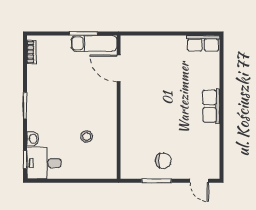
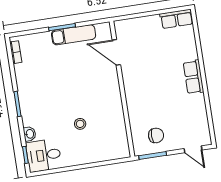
door: (119, 68) -> (116, 52), moved
wall: (119, 107) -> (122, 89), moved

